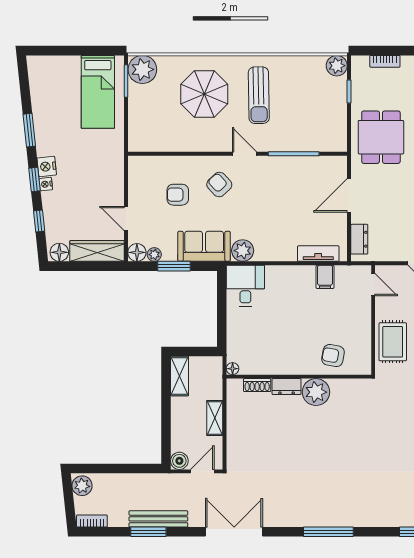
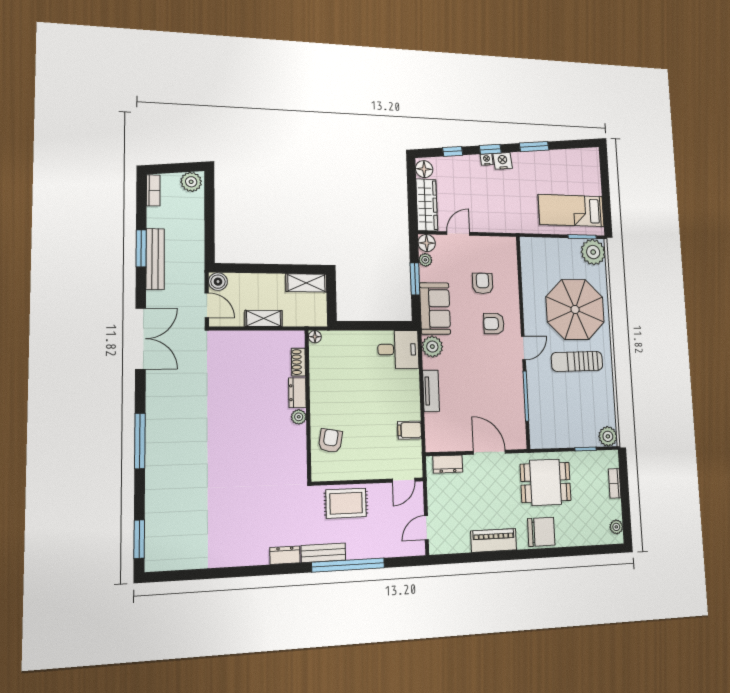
parasol: (204, 94) -> (575, 309), width x1.36, depth x1.36
armchair: (219, 184) -> (494, 324), turned -137
tv unit: (318, 254) -> (431, 391), moved
plant: (316, 392) -> (299, 417), width x0.53, depth x0.53

